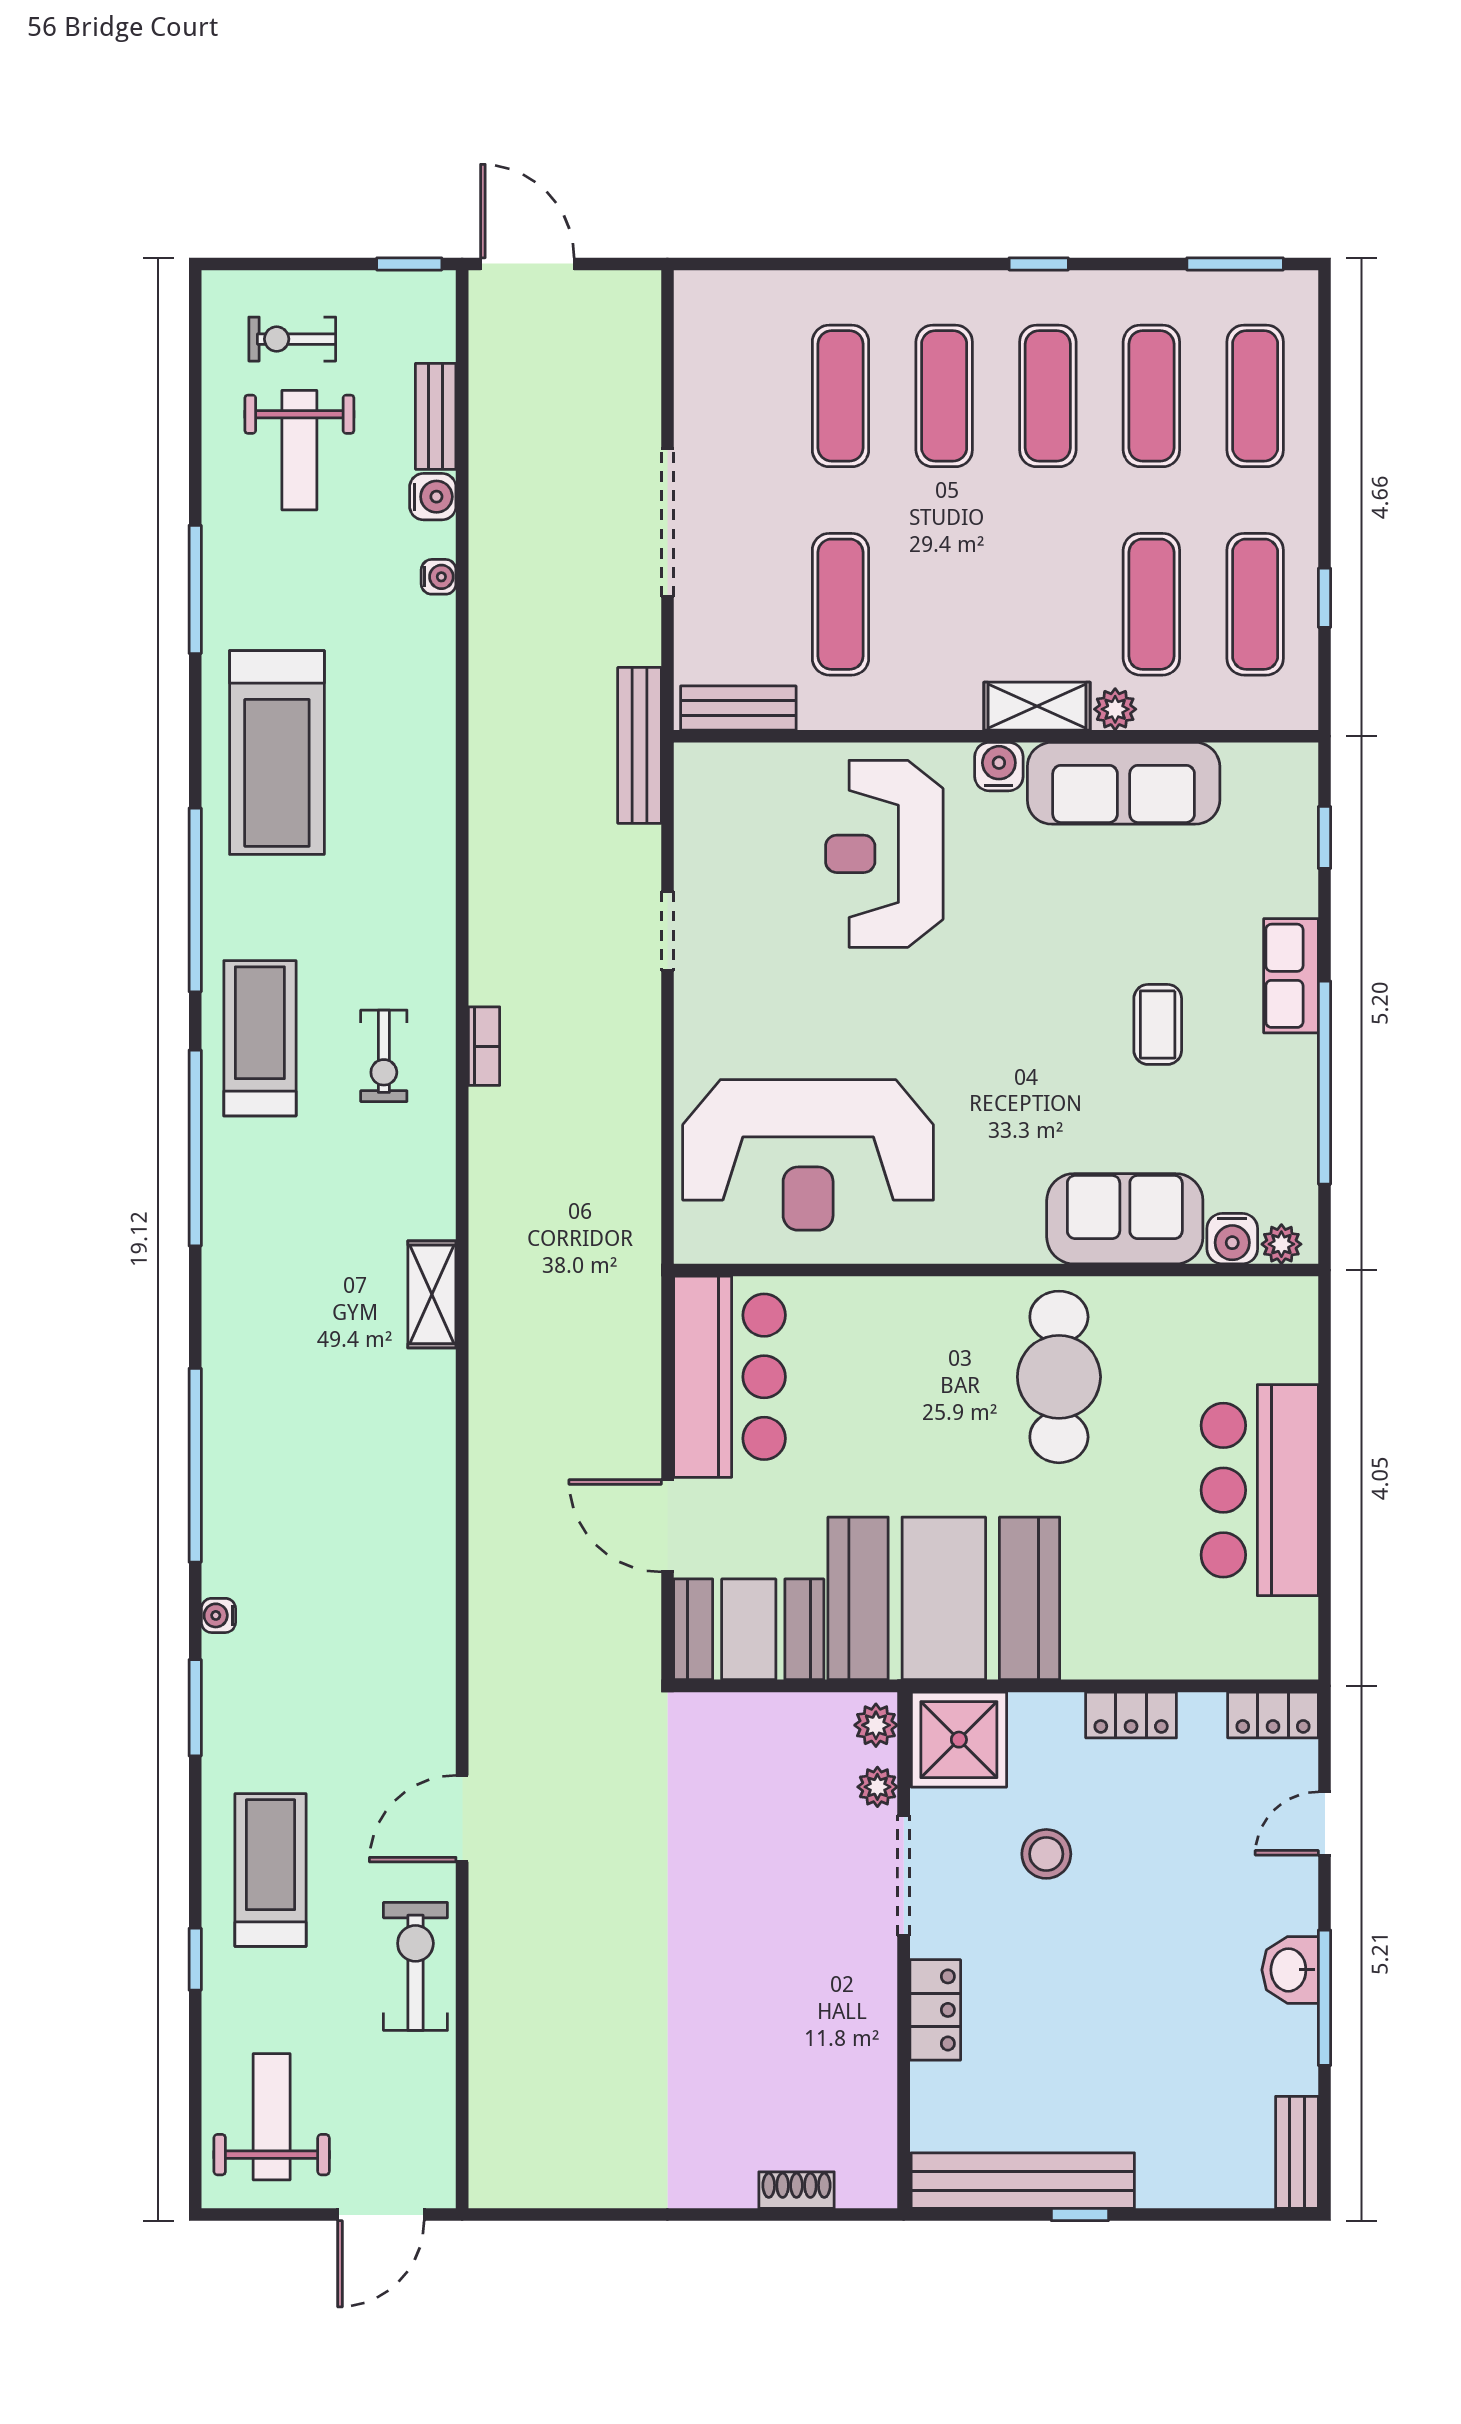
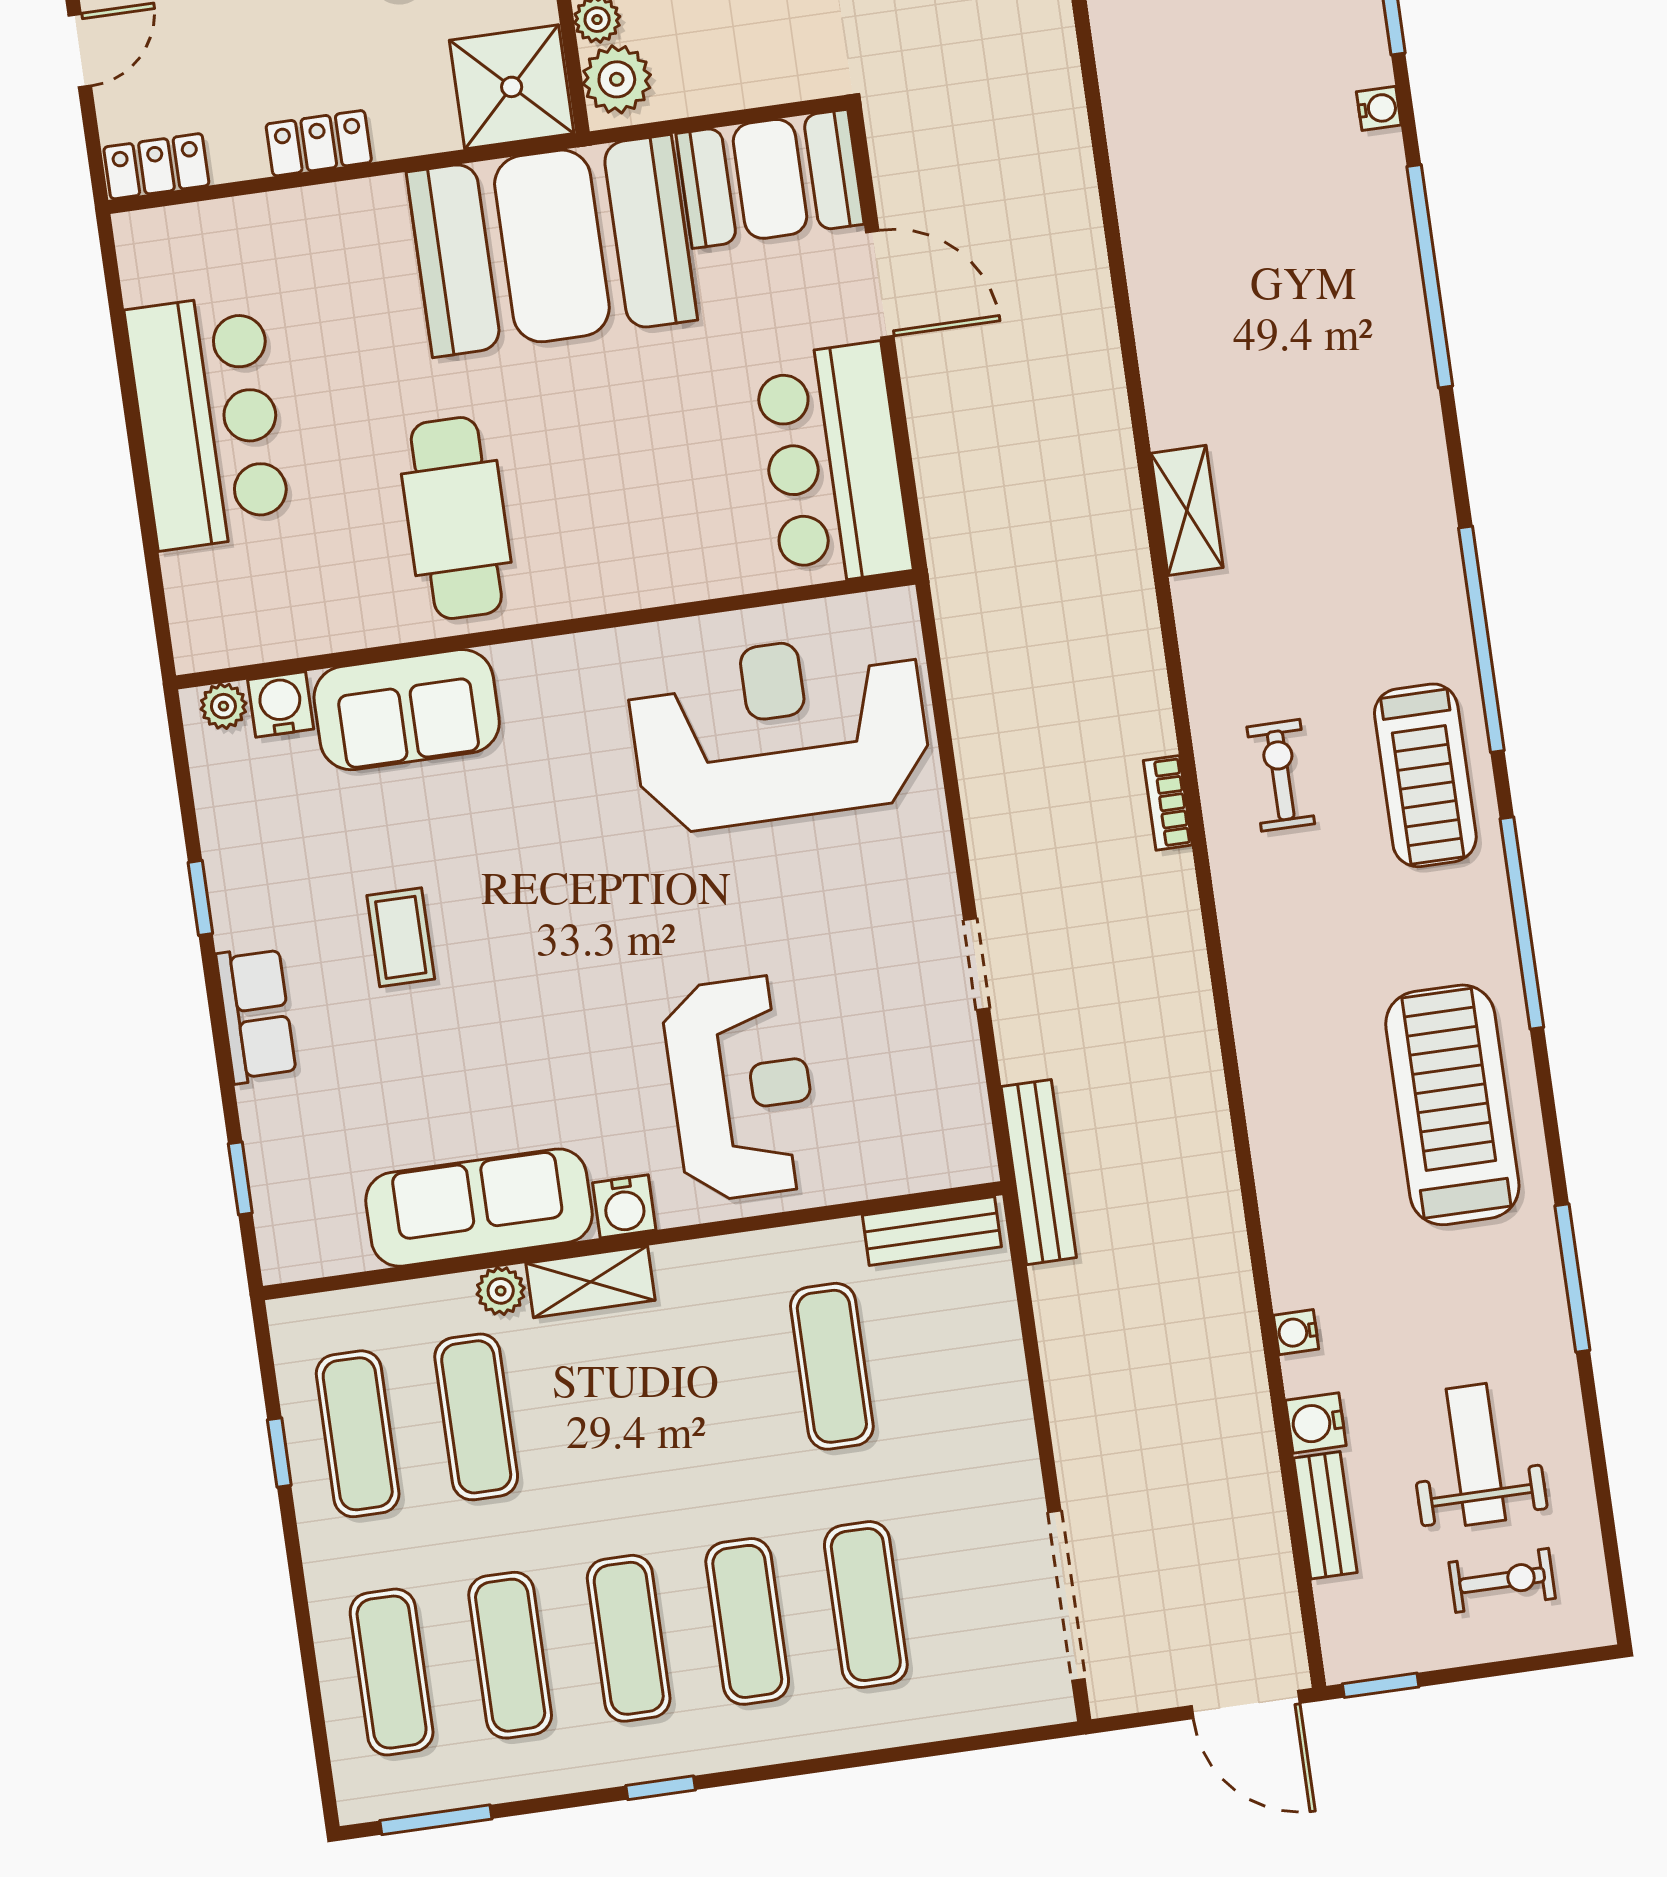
doorway: (667, 523) -> (1066, 1596), moved
window: (1325, 1083) -> (200, 898), width x0.32
plant: (876, 1725) -> (617, 79), width x1.38, depth x1.38

